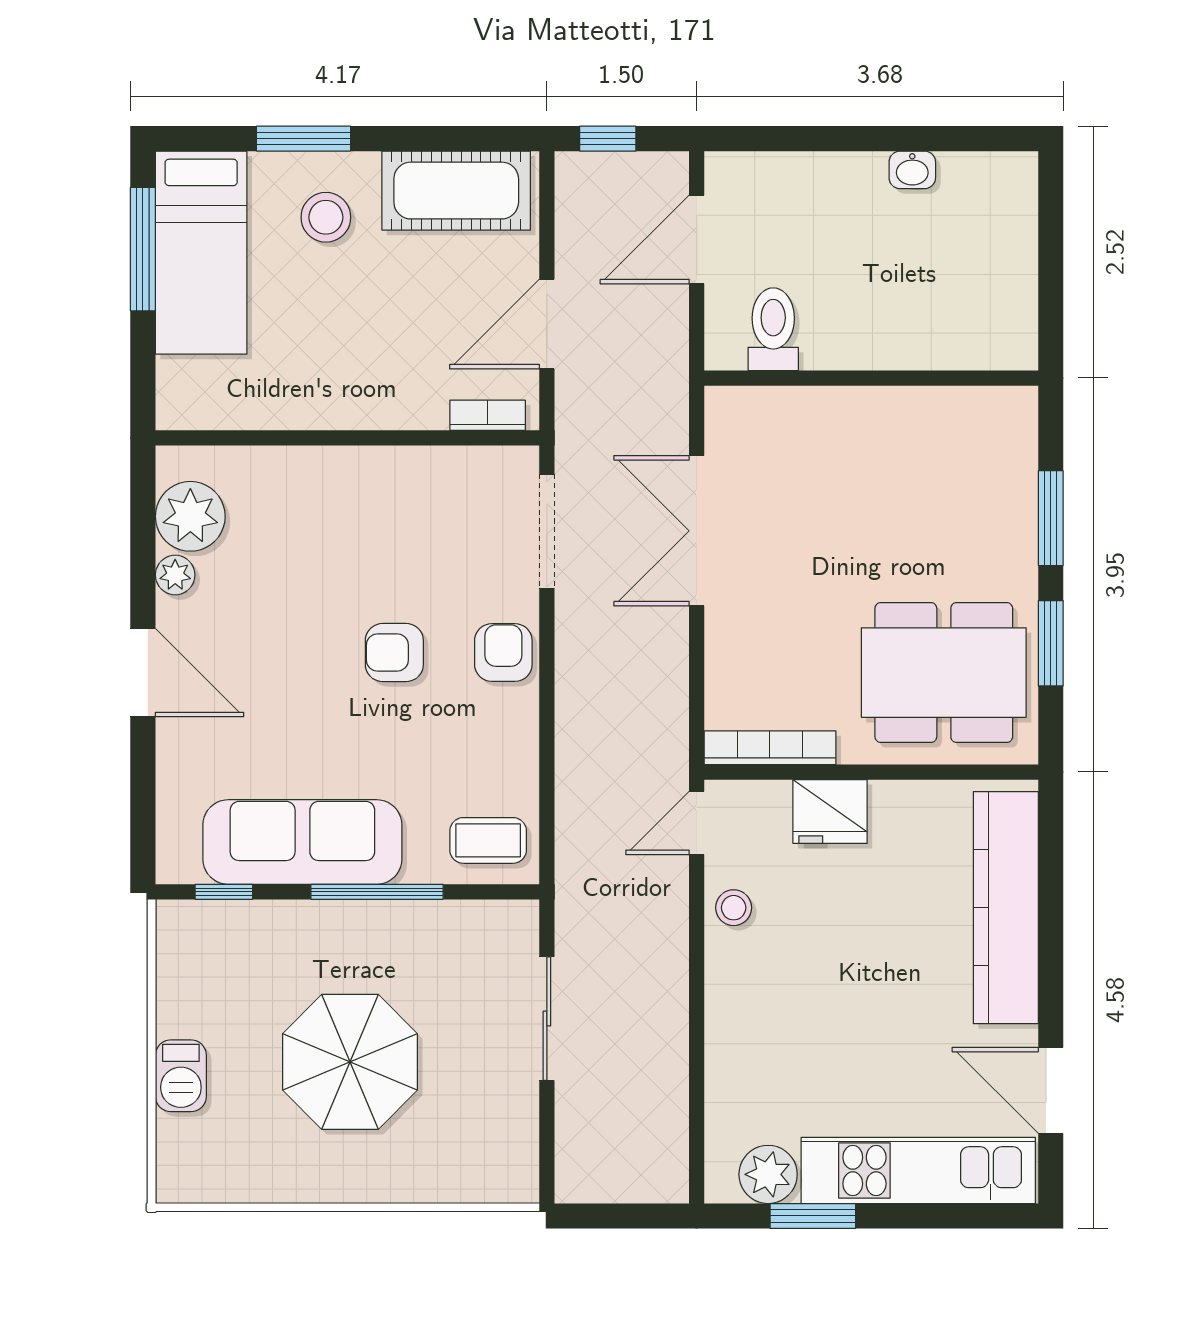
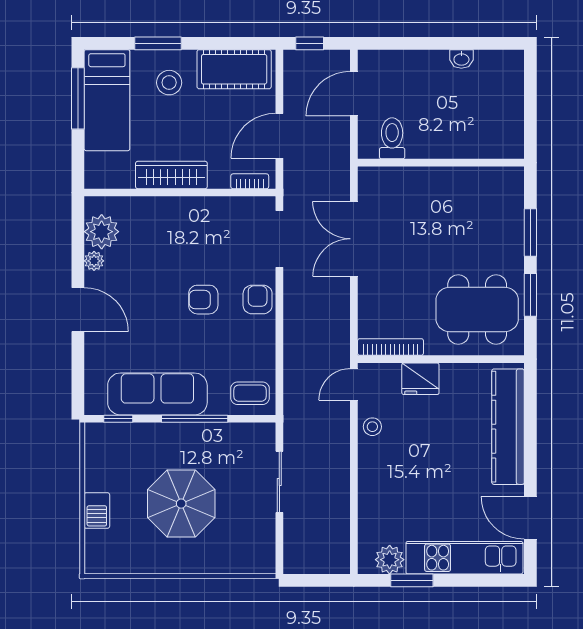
wardrobe: (331, 403) -> (171, 175), added

